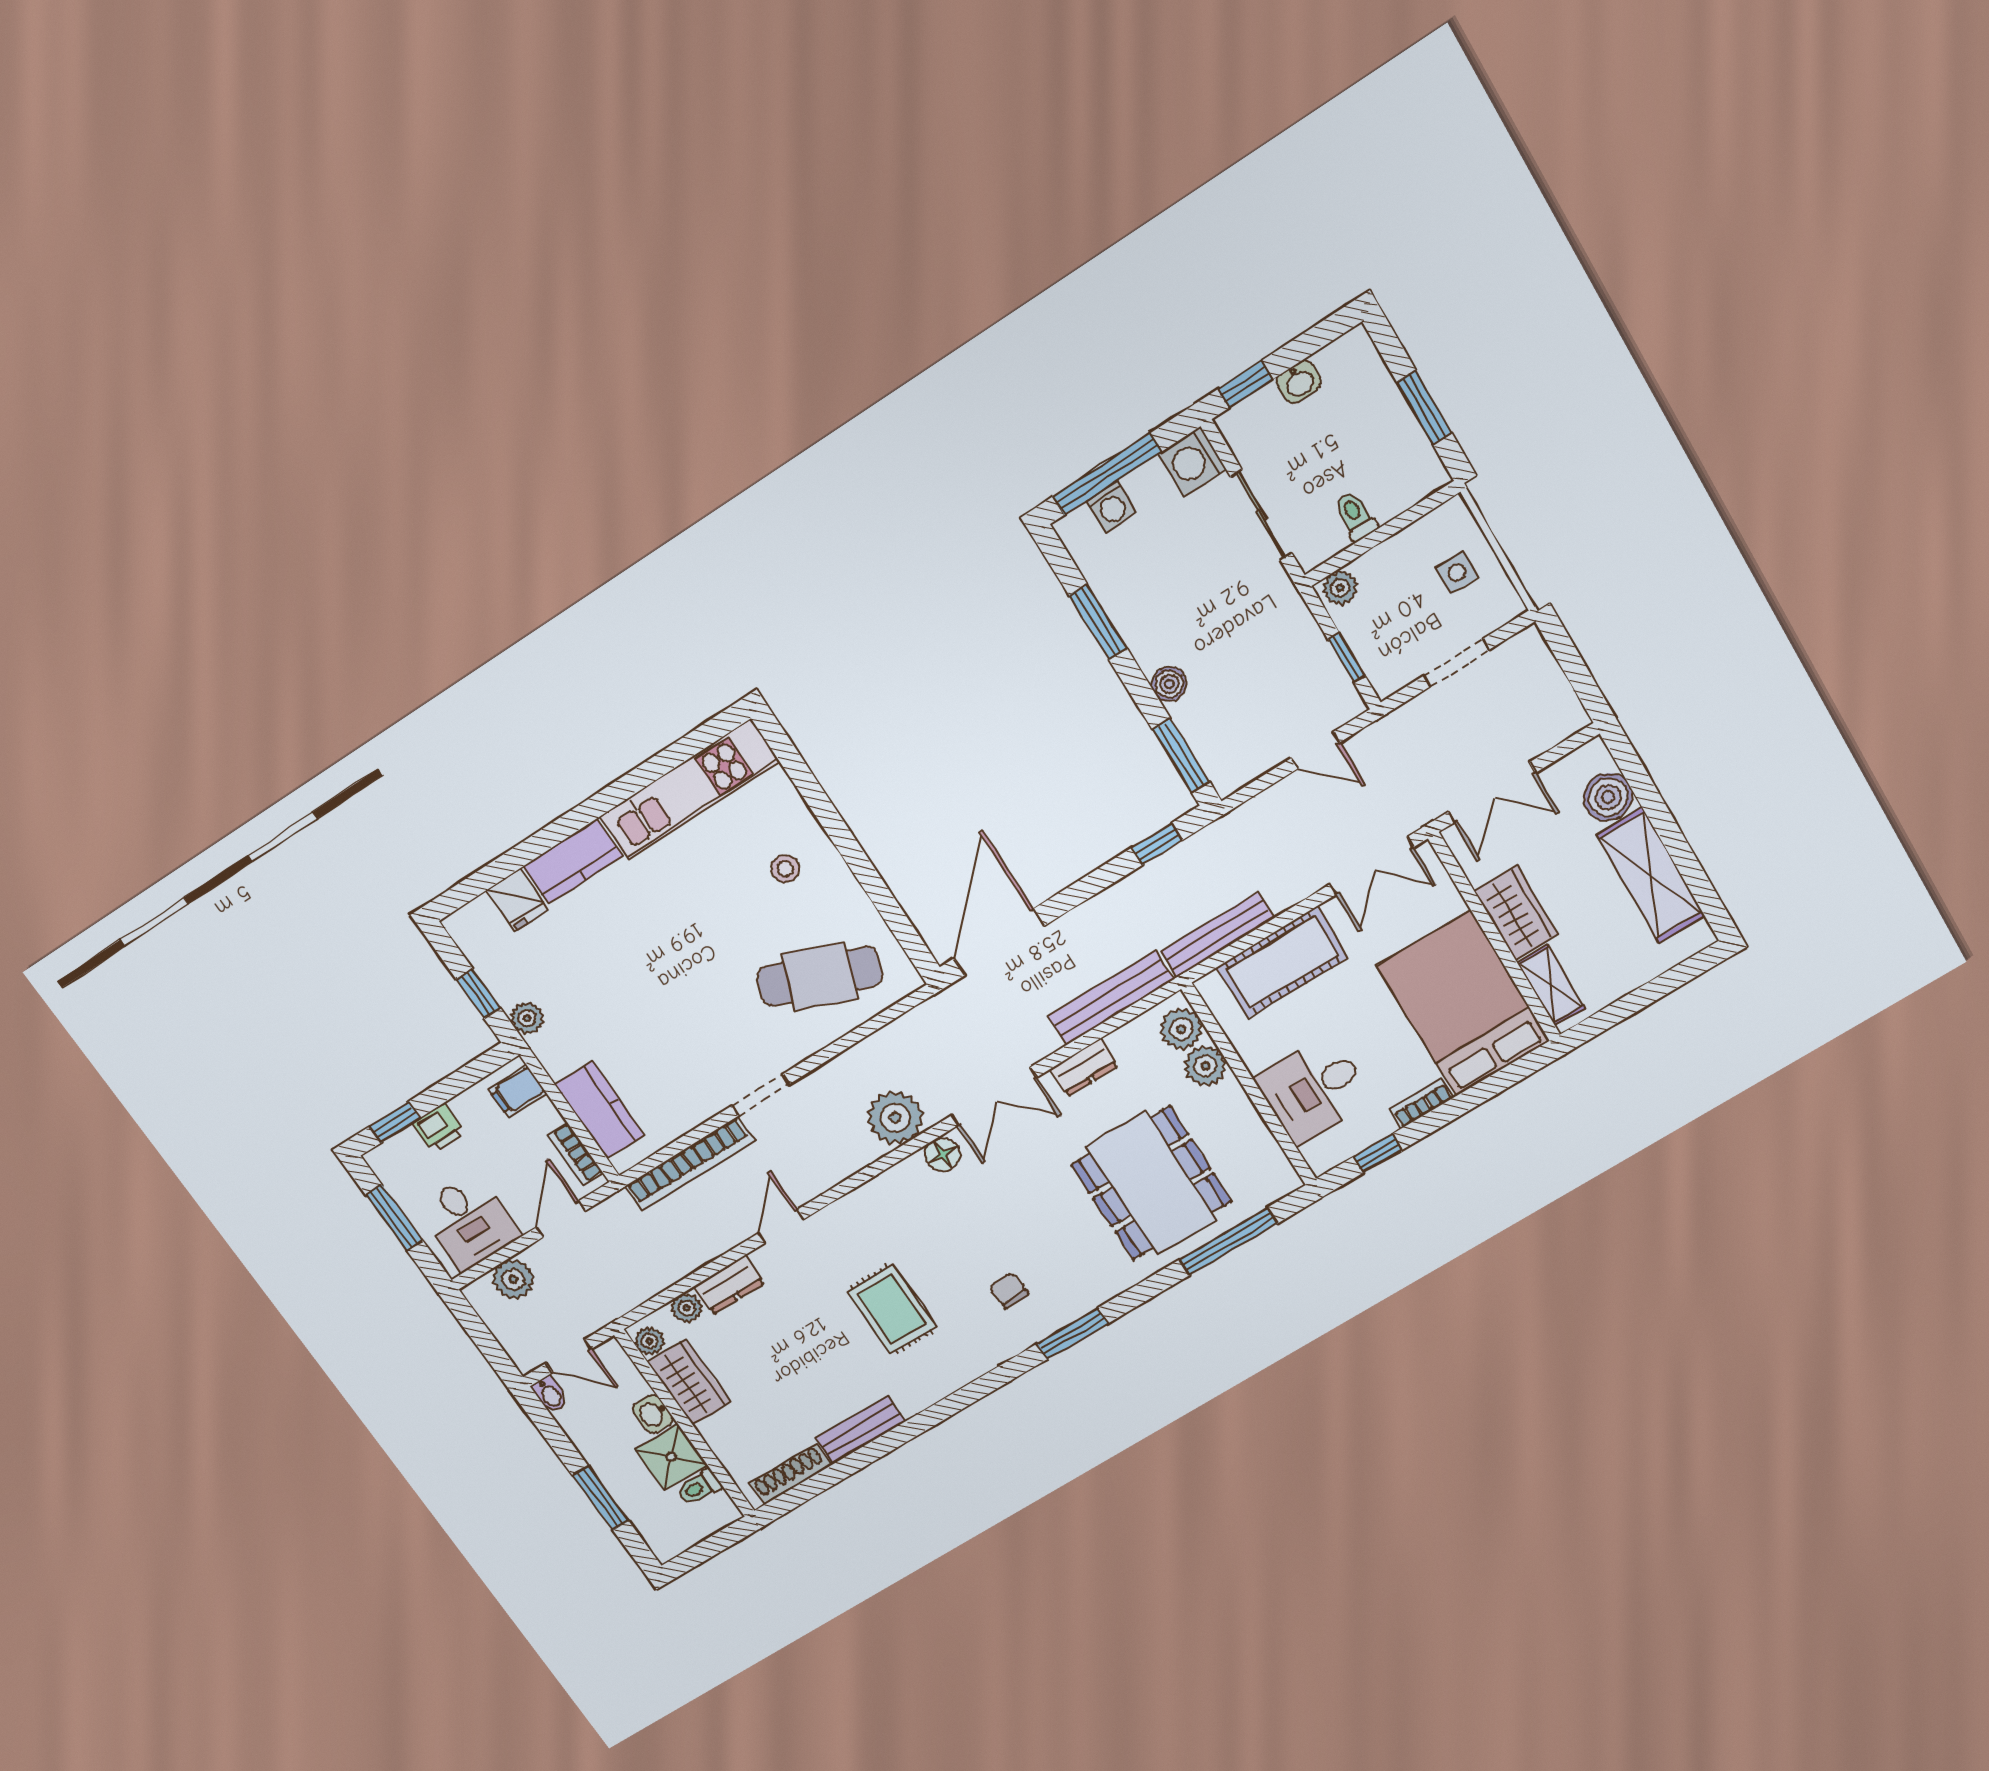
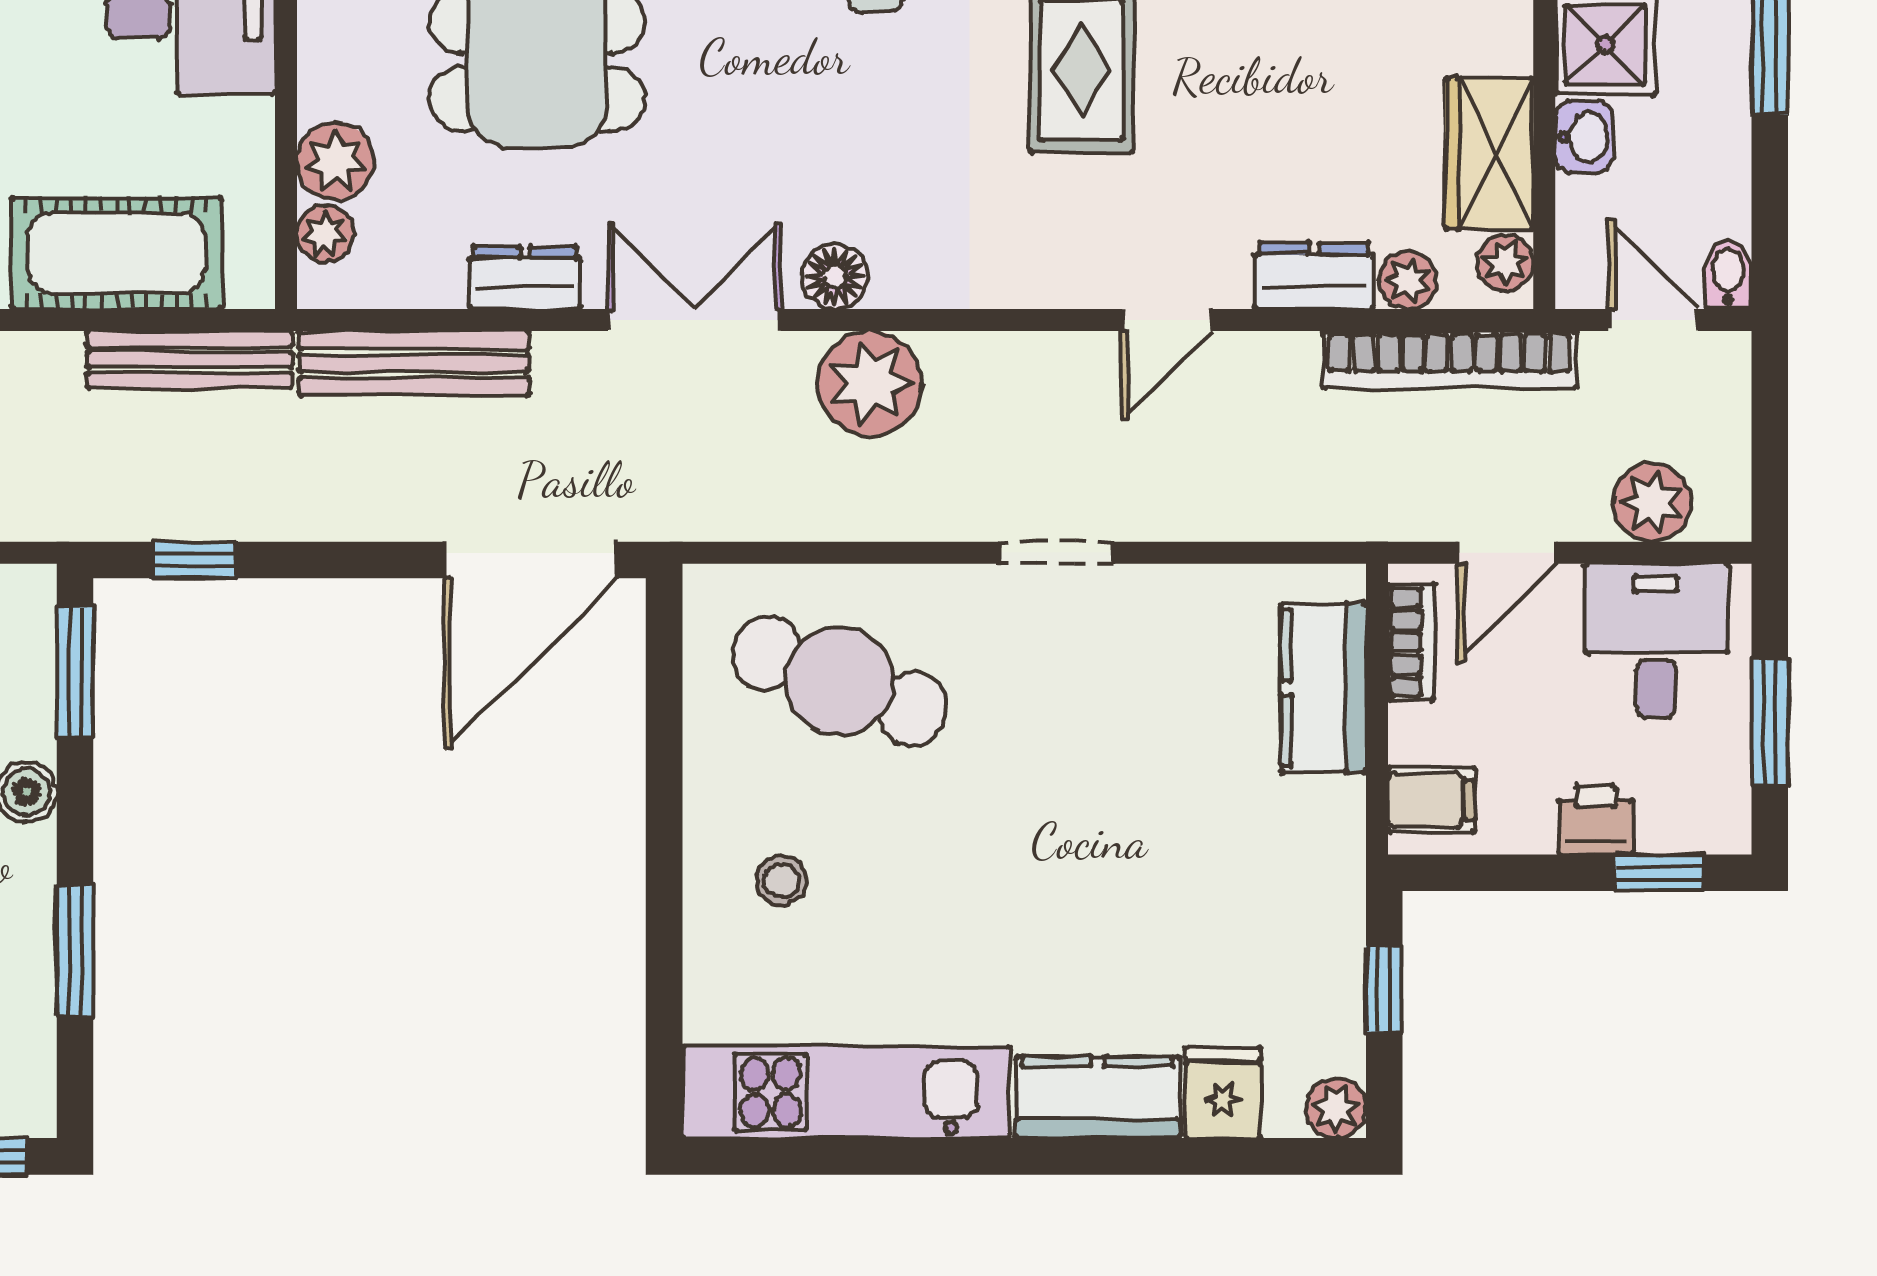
plant: (527, 1018) -> (1336, 1108), moved
plant: (1181, 1029) -> (325, 234), width x0.73, depth x0.73
bookcase: (689, 1164) -> (1450, 360), moved, turned 180

